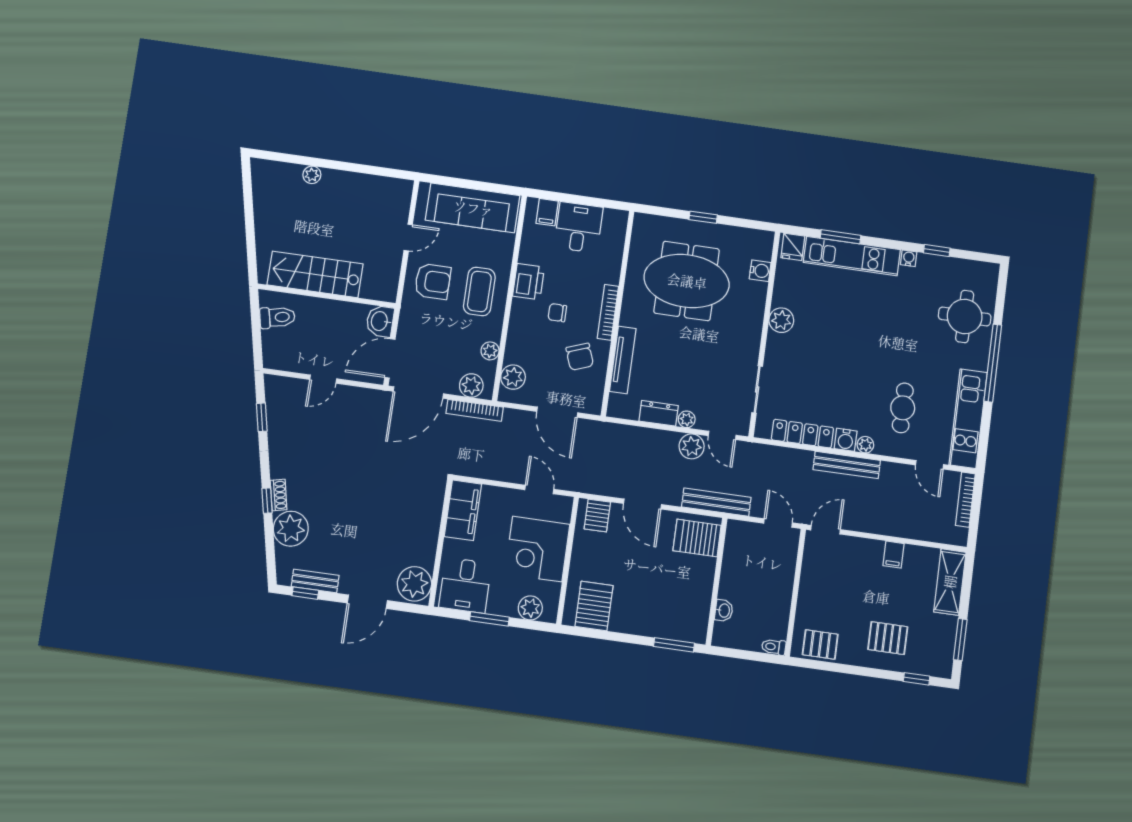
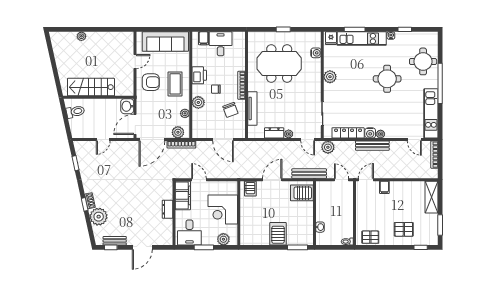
round table: (891, 340) -> (387, 79), added
plant: (513, 377) -> (198, 102), moved
cafe table: (903, 408) -> (397, 113), removed
plant: (692, 446) -> (328, 147), moved
door: (539, 489) -> (199, 180), moved
door: (642, 504) -> (272, 180), swing flipped
dresser: (429, 533) -> (168, 209), added
filing cabinet: (894, 555) -> (384, 187), moved
plant: (414, 584) -> (164, 235), removed
server rack: (594, 606) -> (278, 234), moved

